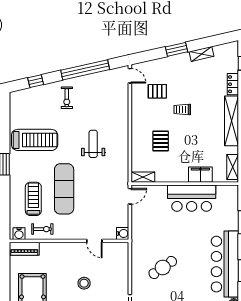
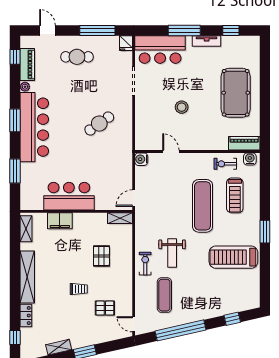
exercise bike: (67, 98) -> (145, 264), moved
exercise mat: (101, 104) -> (164, 295), added

